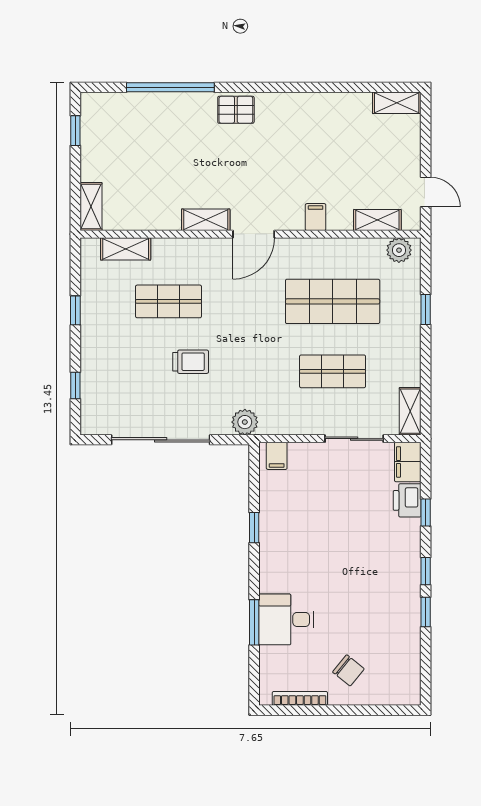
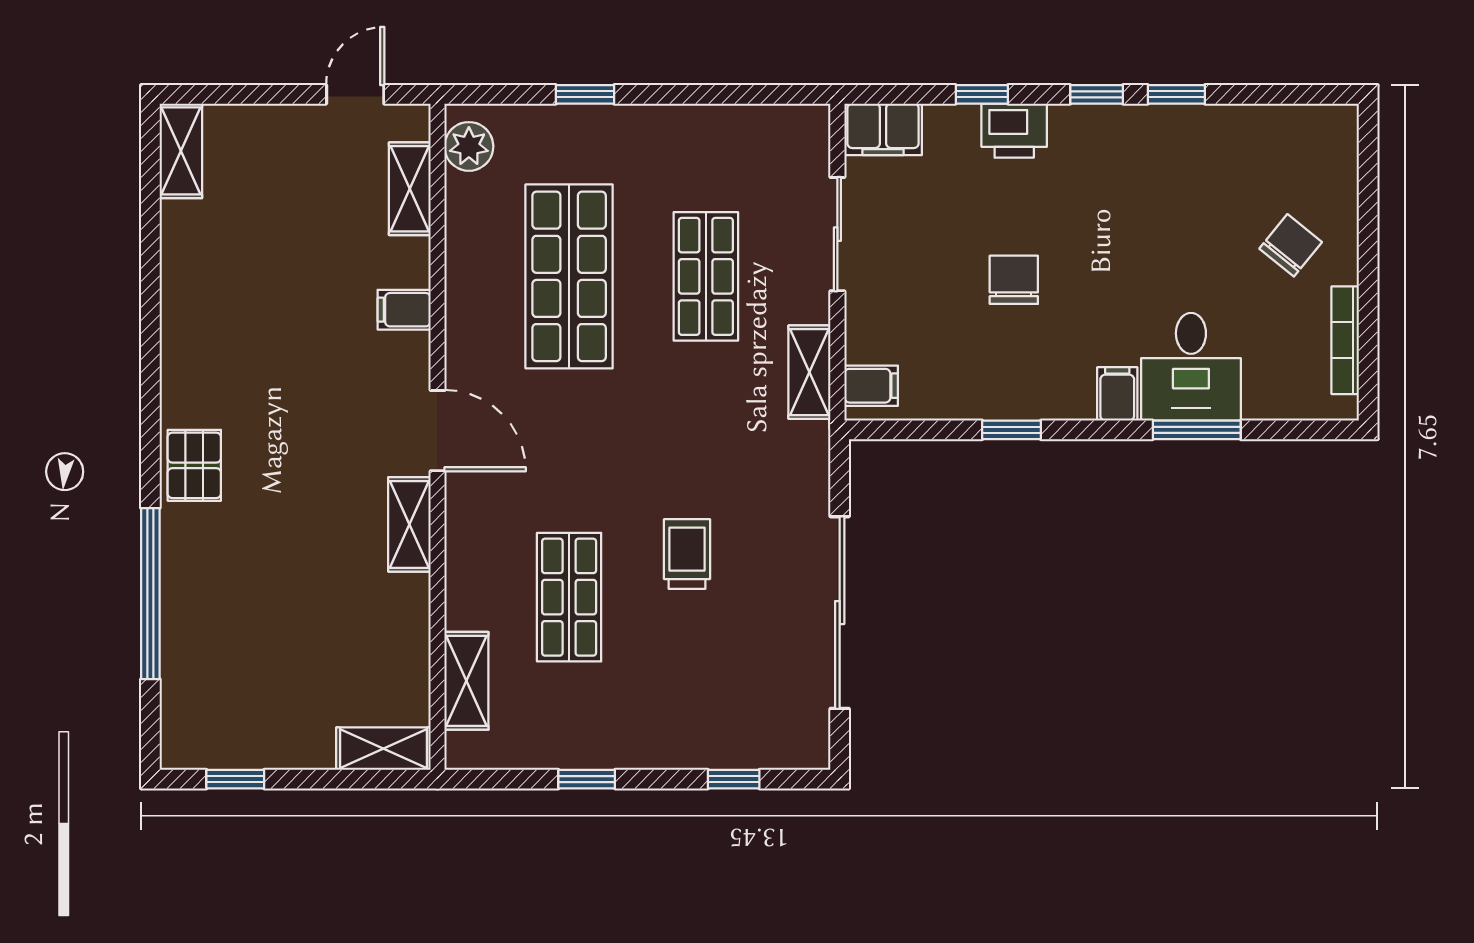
shelving: (410, 411) -> (809, 372), moved, turned 90
plant: (245, 422) -> (805, 448), removed
printer: (407, 500) -> (1014, 131), moved
chair: (331, 529) -> (1014, 280), added
filing cabinet: (272, 582) -> (1117, 394), added

